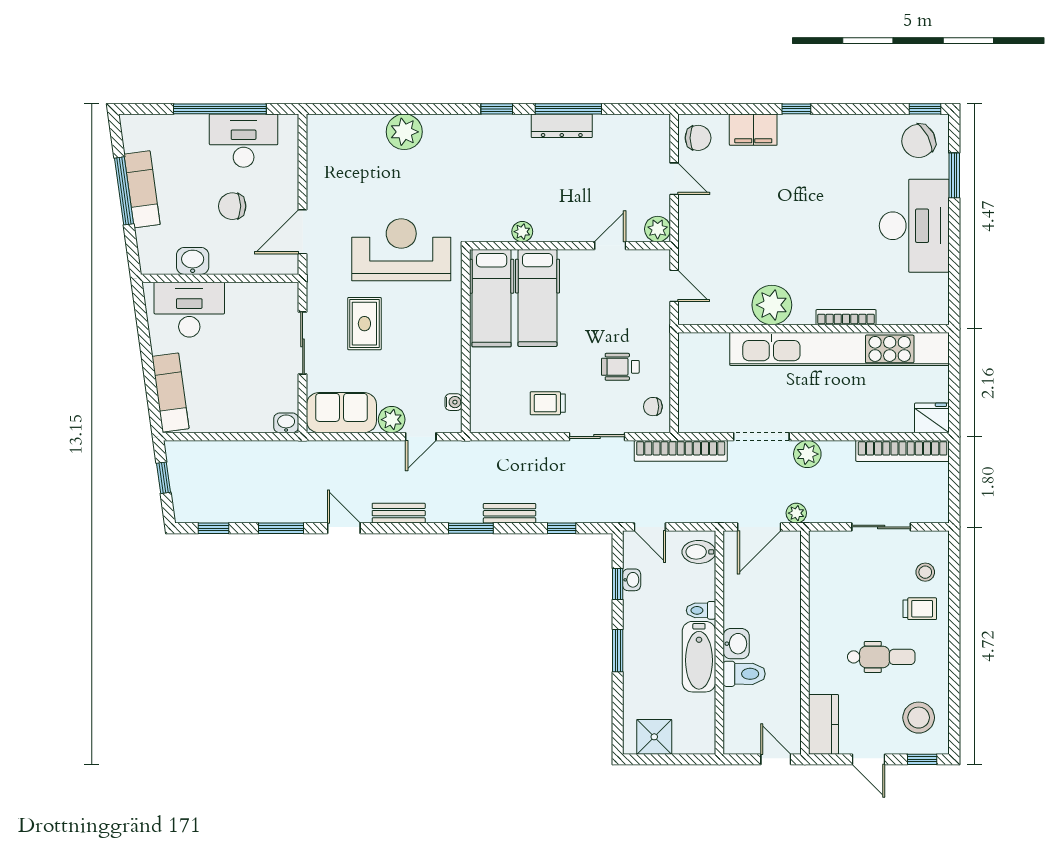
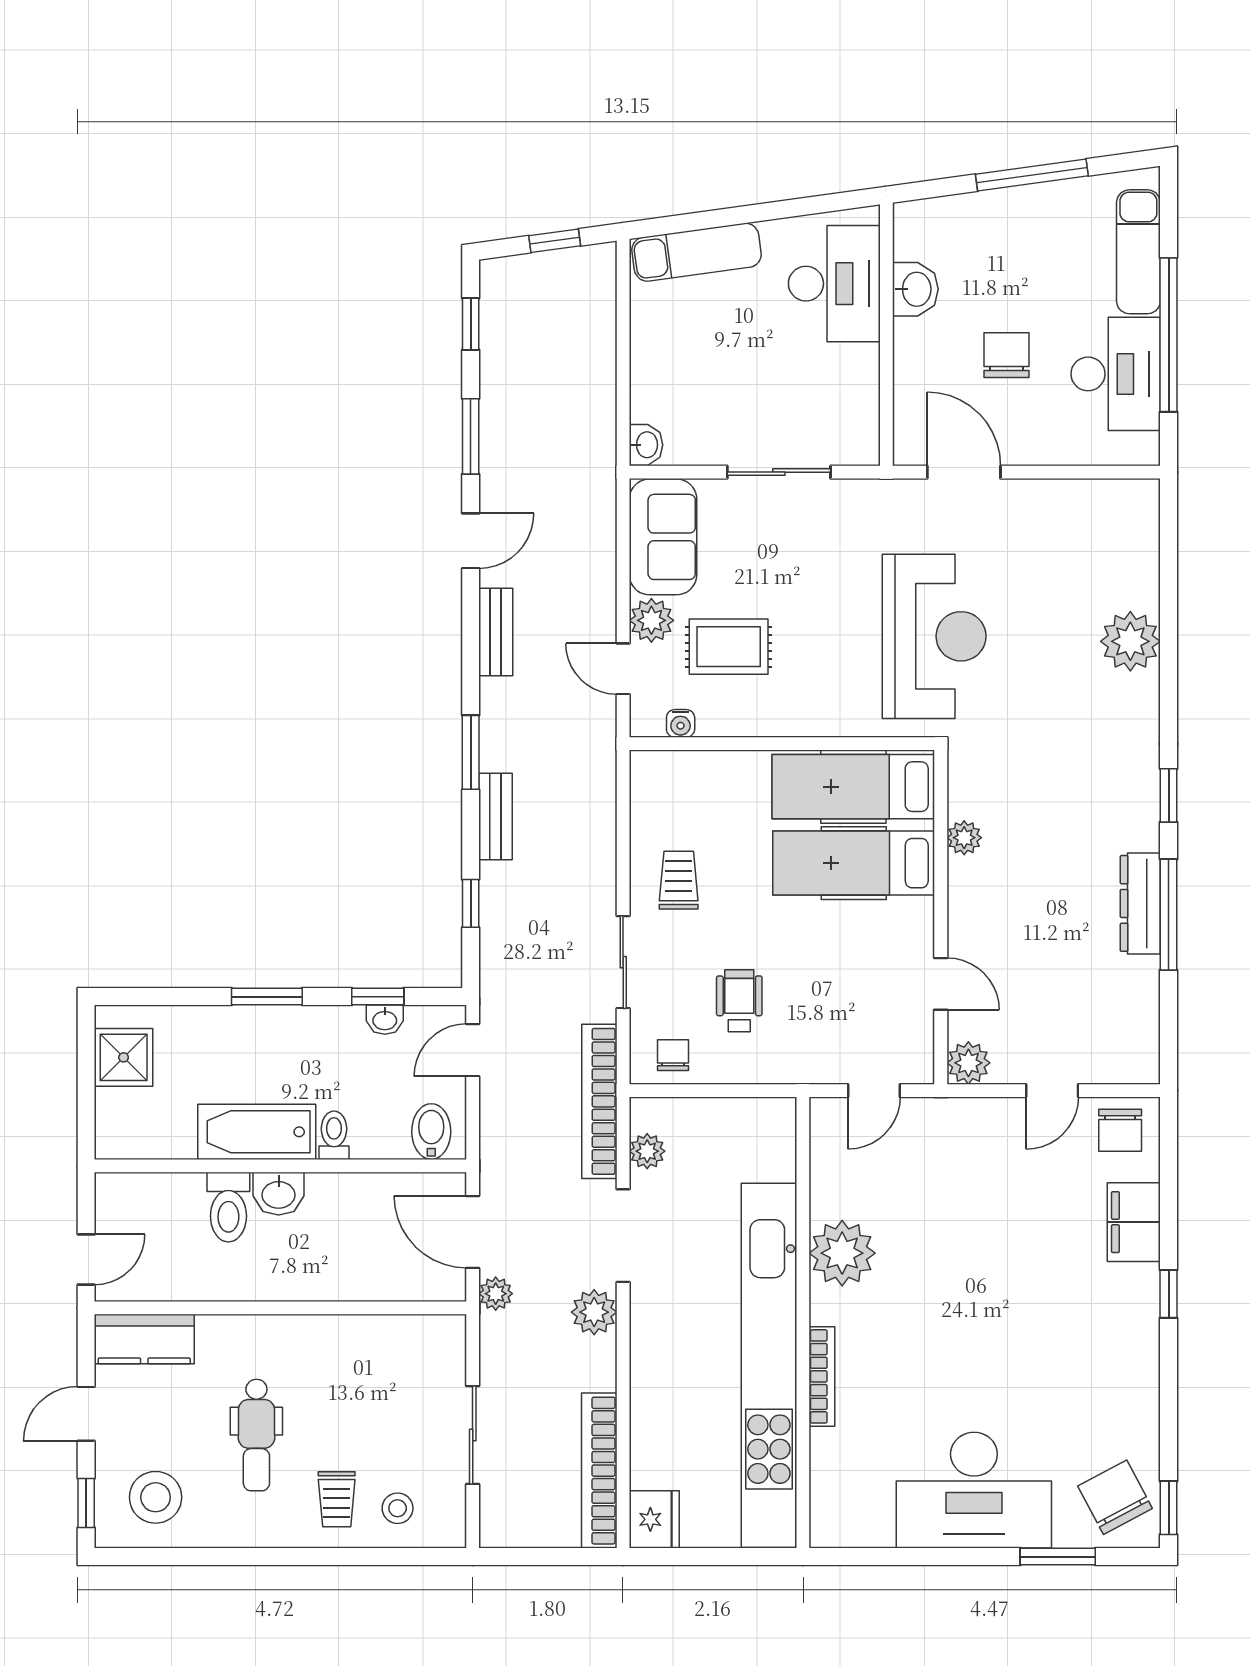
exam couch: (142, 189) -> (1138, 252), moved, turned 98
rug: (364, 324) -> (729, 647), moved
plant: (711, 422) -> (647, 1151), added

